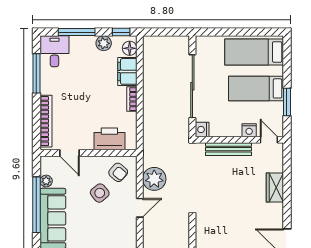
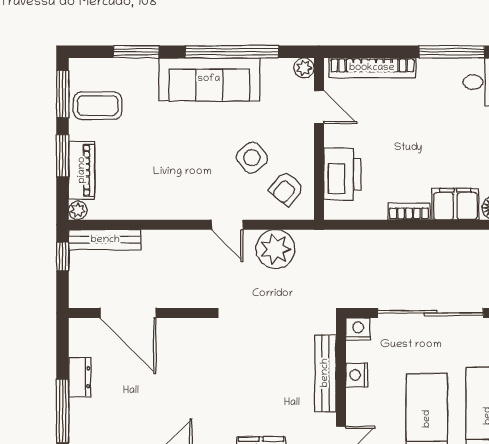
nightstand: (249, 130) -> (357, 375), moved
door: (69, 153) -> (319, 107), swing flipped
plant: (46, 181) -> (304, 68), moved

